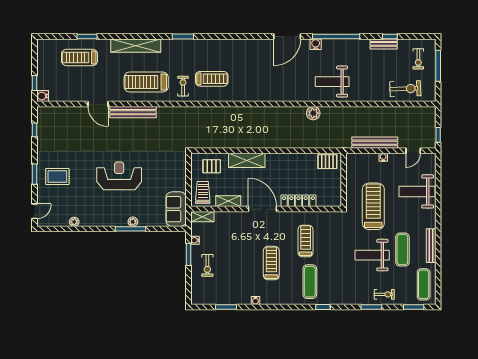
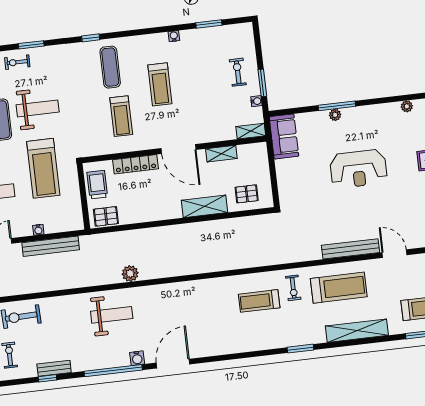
trolley: (203, 192) -> (97, 185), moved, turned 180

